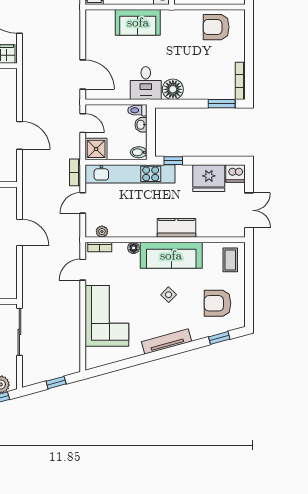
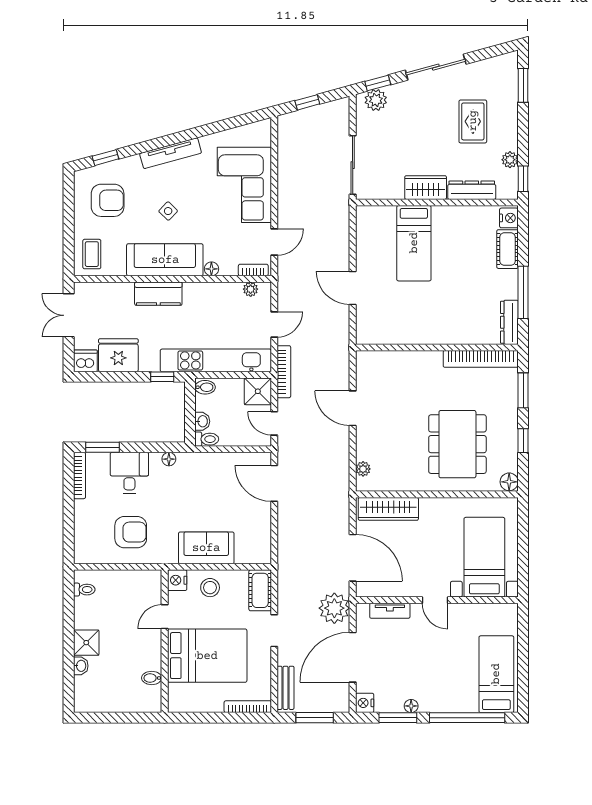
armchair: (216, 27) -> (131, 532), moved
desk: (146, 83) -> (129, 473), moved
plant: (11, 86) -> (363, 469), added
floor lamp: (173, 89) -> (169, 459), width x0.53, depth x0.53
bookcase: (75, 172) -> (284, 372), width x1.56

